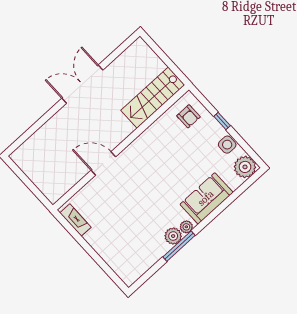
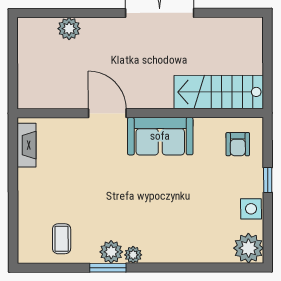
plant: (41, 137) -> (69, 29), added
sofa: (206, 198) -> (160, 136), moved, turned 180
window: (179, 246) -> (108, 268), width x0.69
coffee table: (140, 253) -> (62, 239), added

